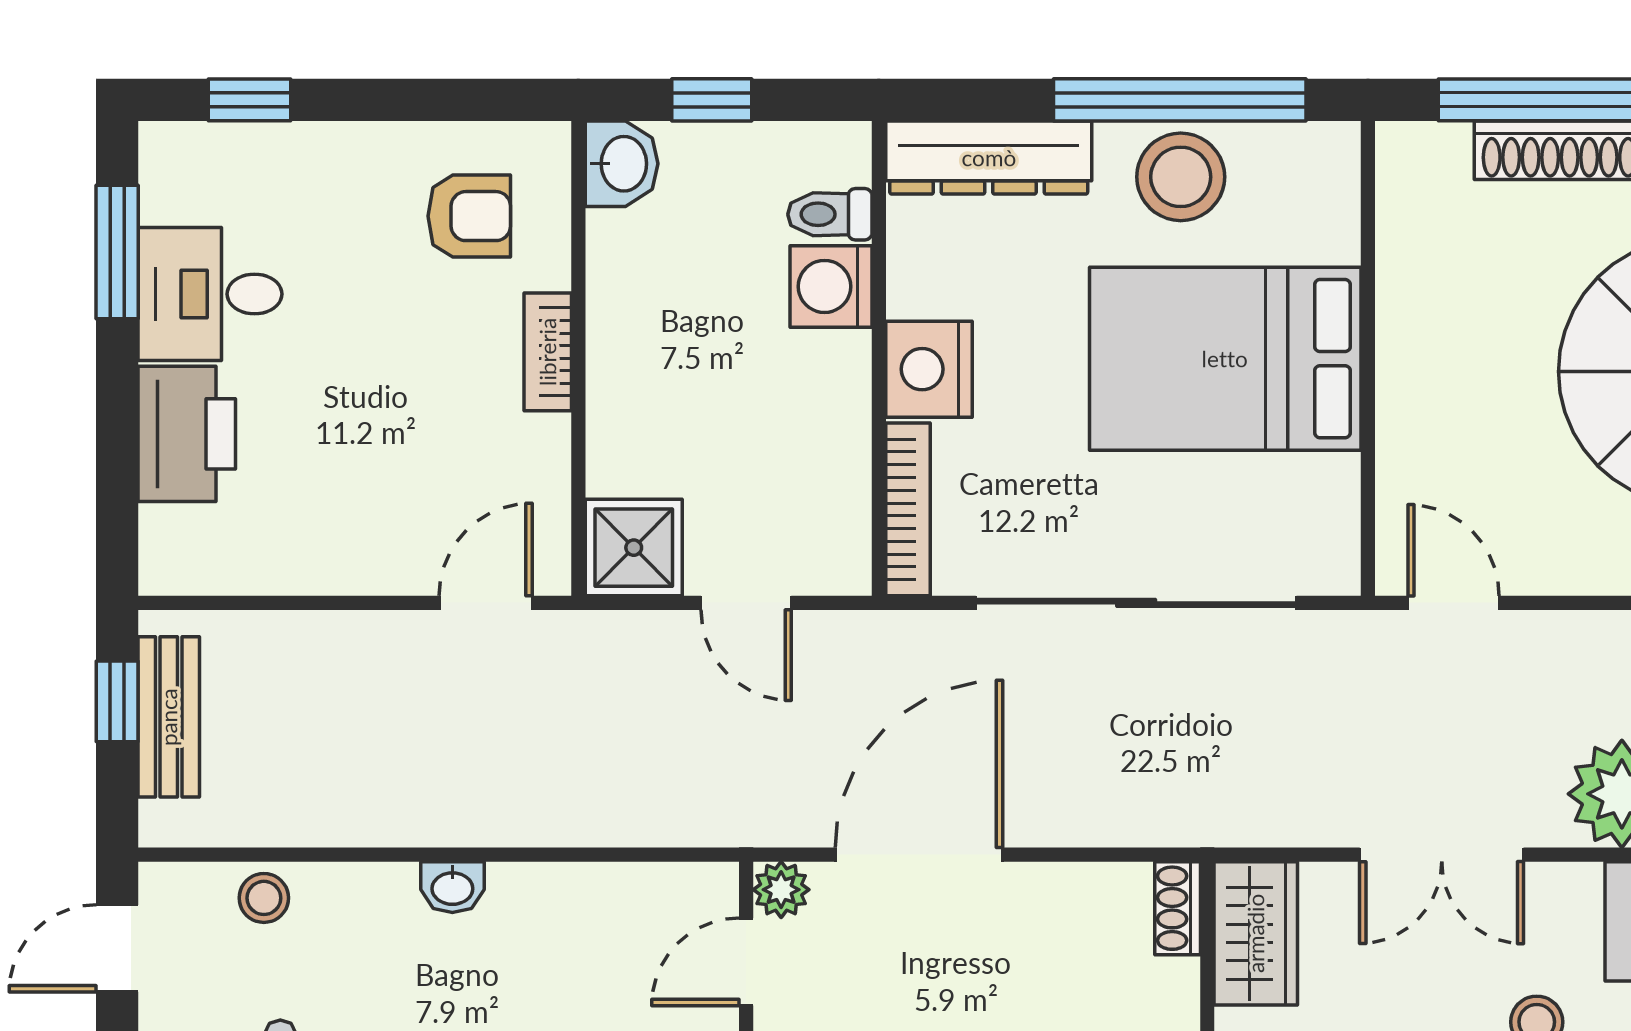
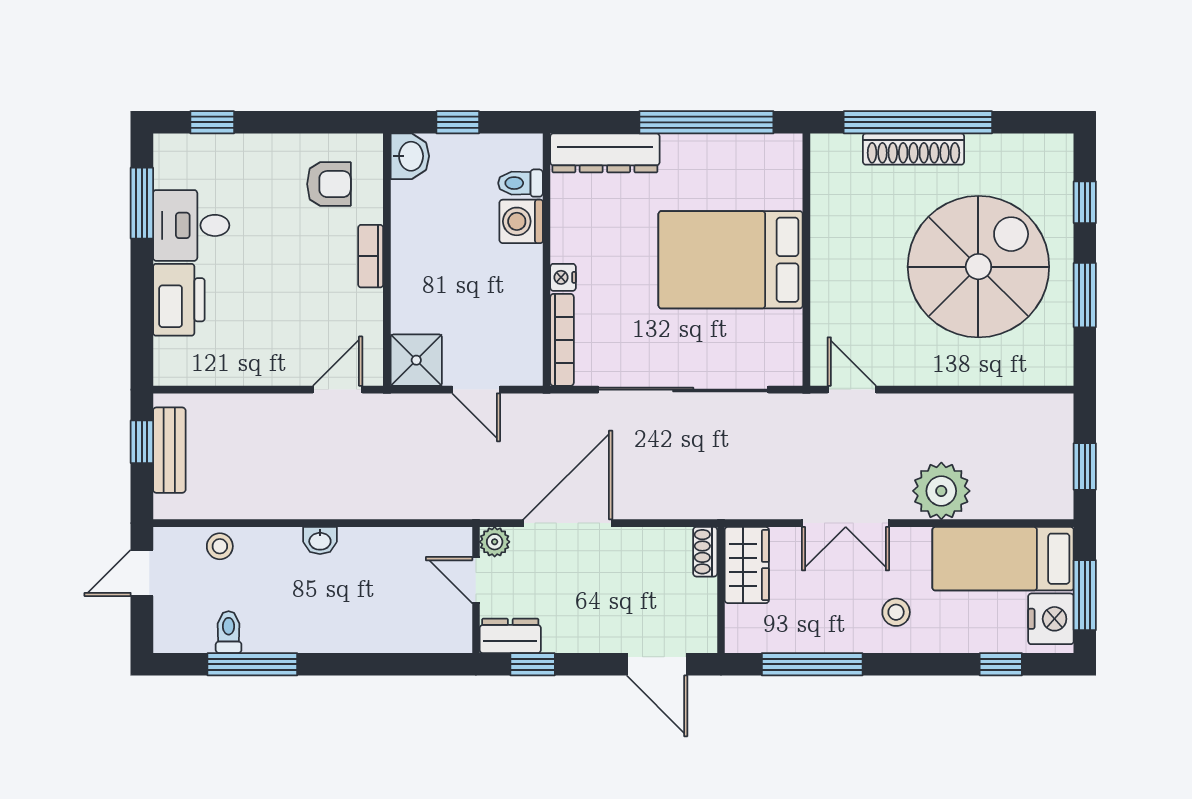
stool: (1181, 177) -> (707, 163), removed
nightstand: (929, 369) -> (563, 277), width x0.53, depth x0.56
door: (746, 962) -> (476, 580), hinge flipped

